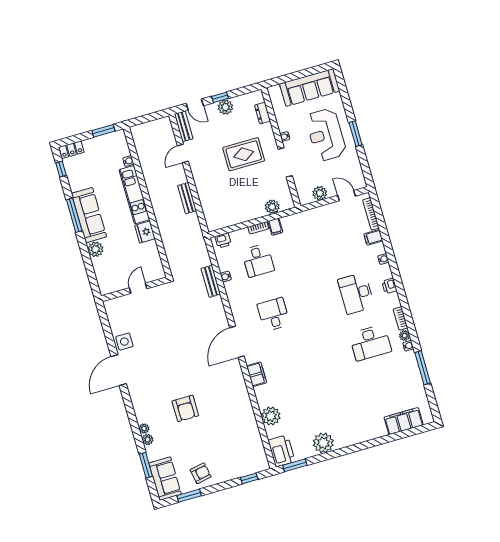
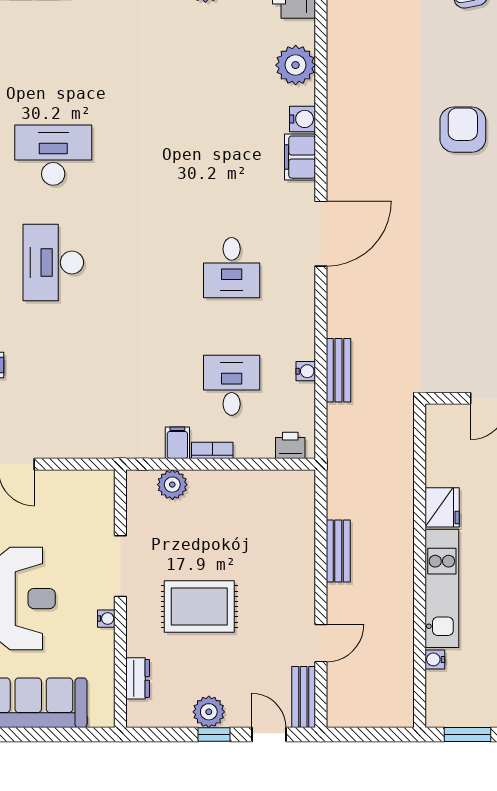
plant: (320, 193) -> (69, 485), removed
desk: (356, 293) -> (53, 262), turned 180
water cooler: (260, 392) -> (302, 119), added

